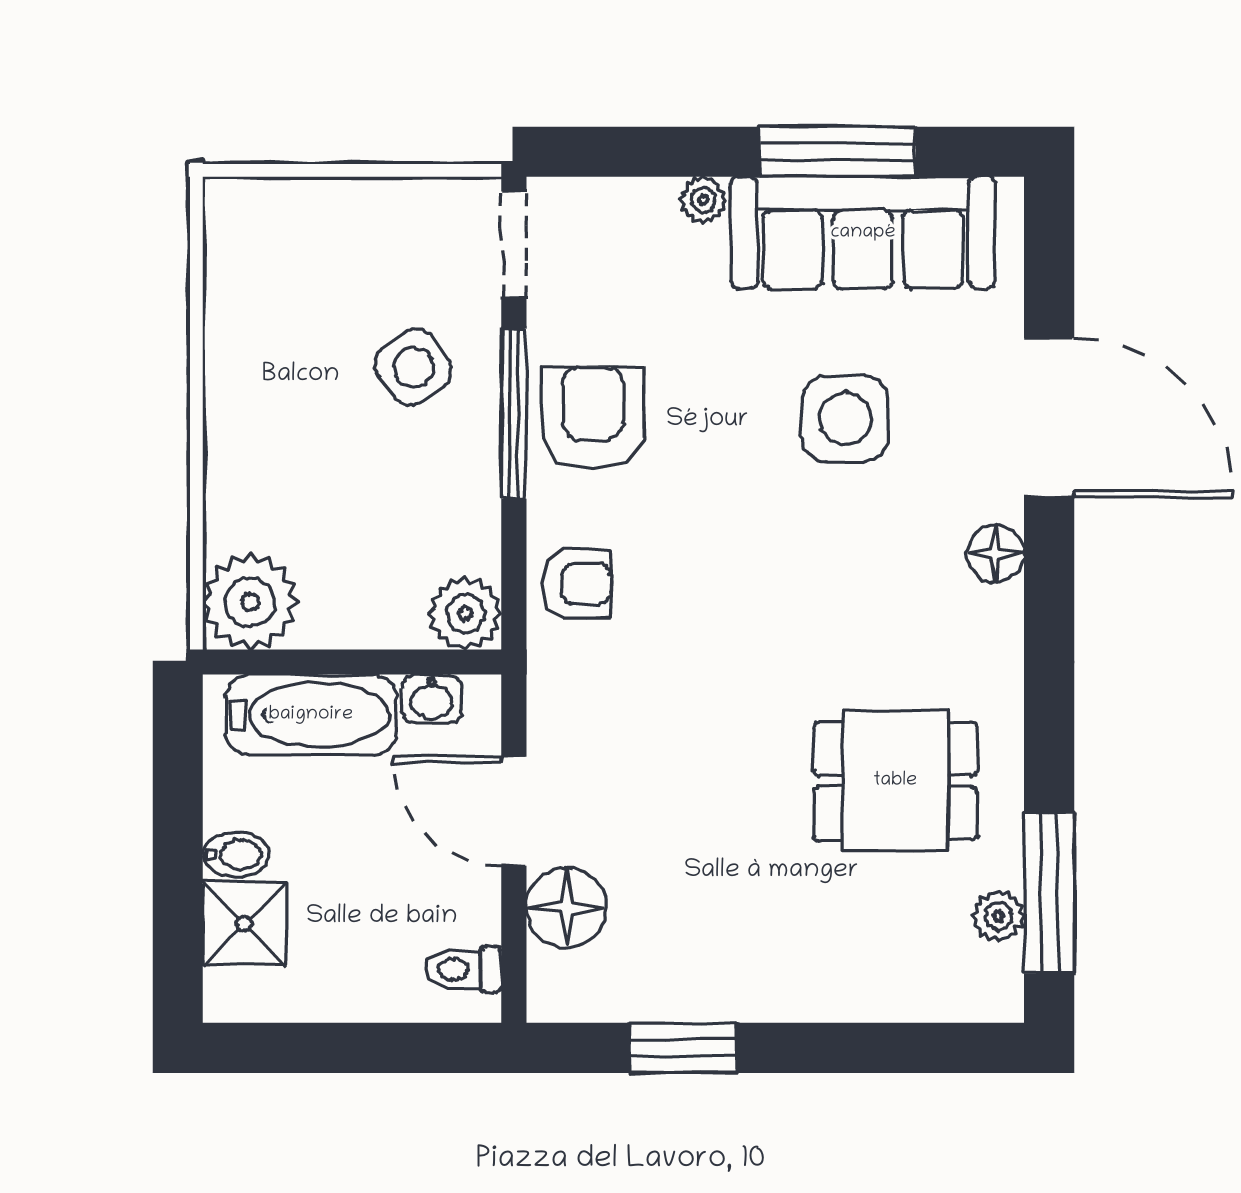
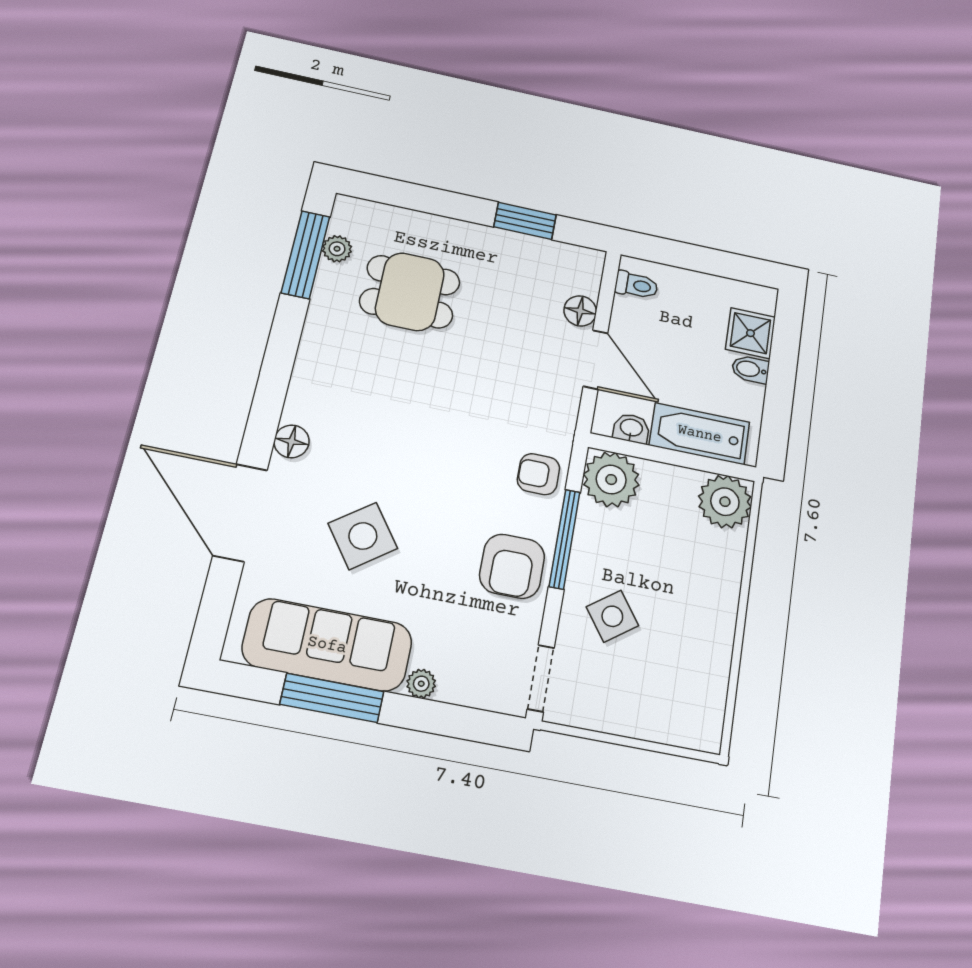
window: (514, 414) -> (565, 539), moved
side table: (845, 419) -> (363, 536), turned -36
plant: (465, 613) -> (611, 480), width x1.36, depth x1.36
dining table: (895, 781) -> (410, 292), moved
floor lamp: (566, 908) -> (580, 311), width x0.73, depth x0.73

